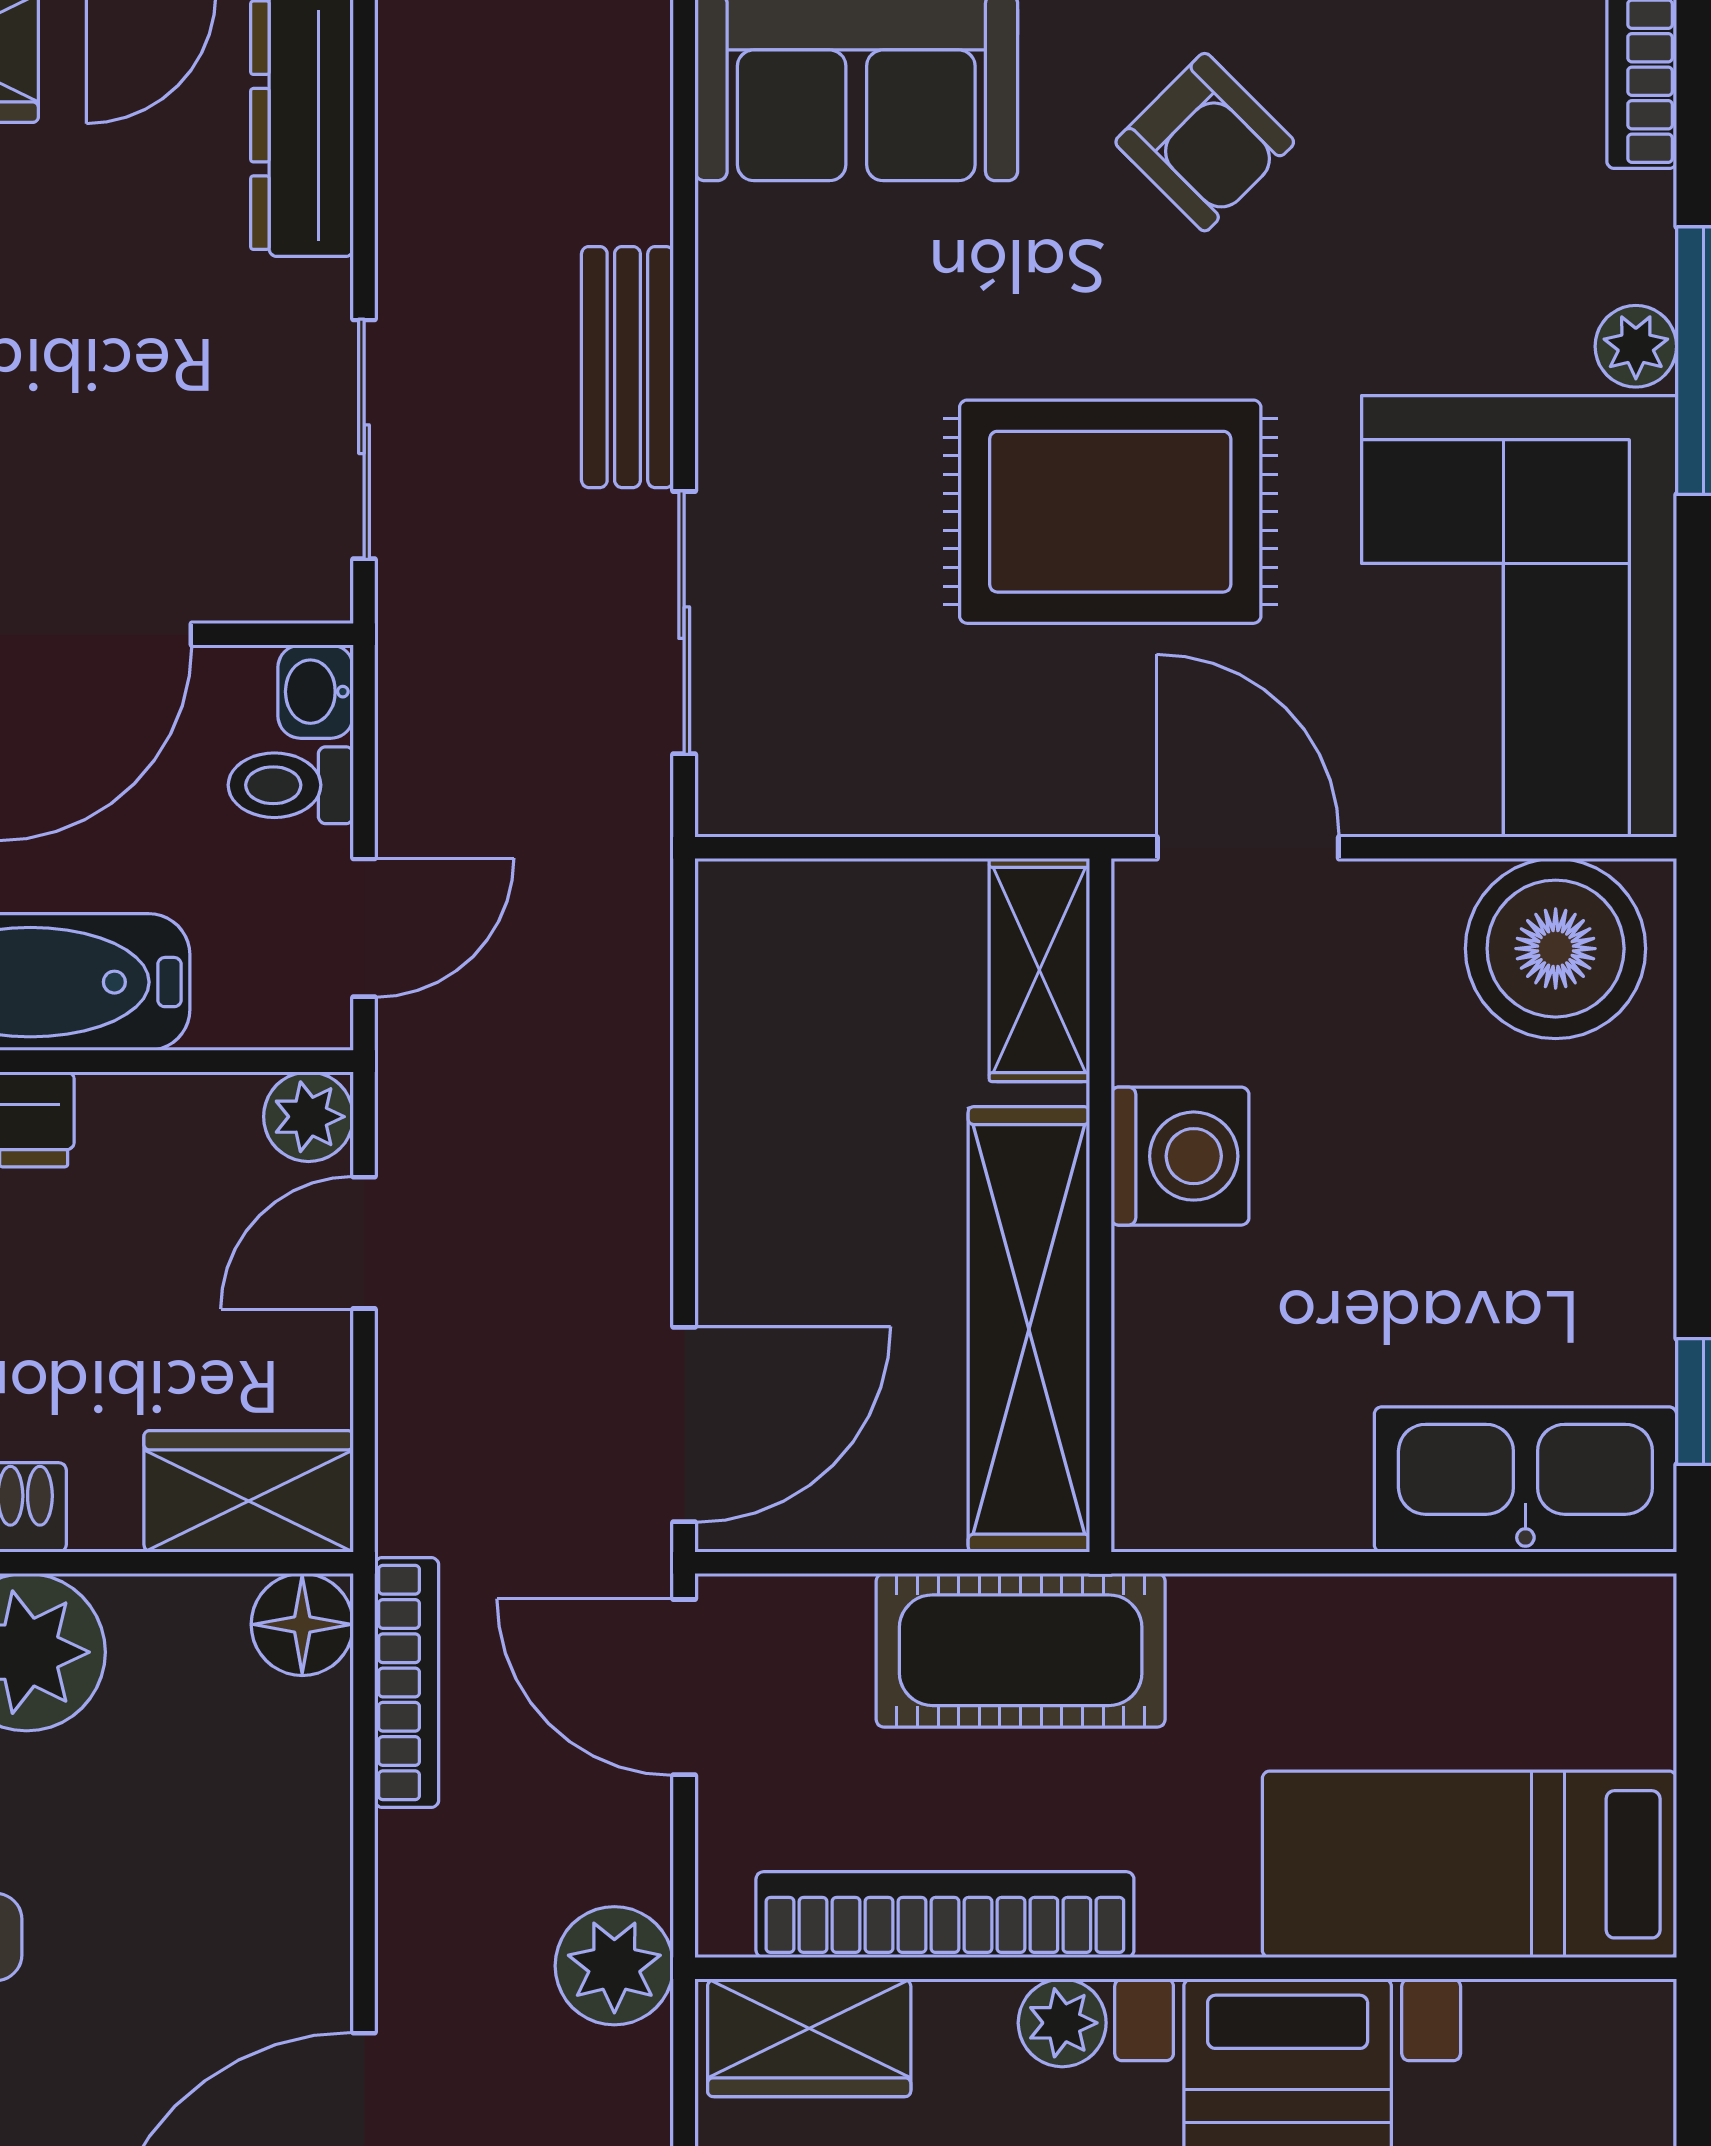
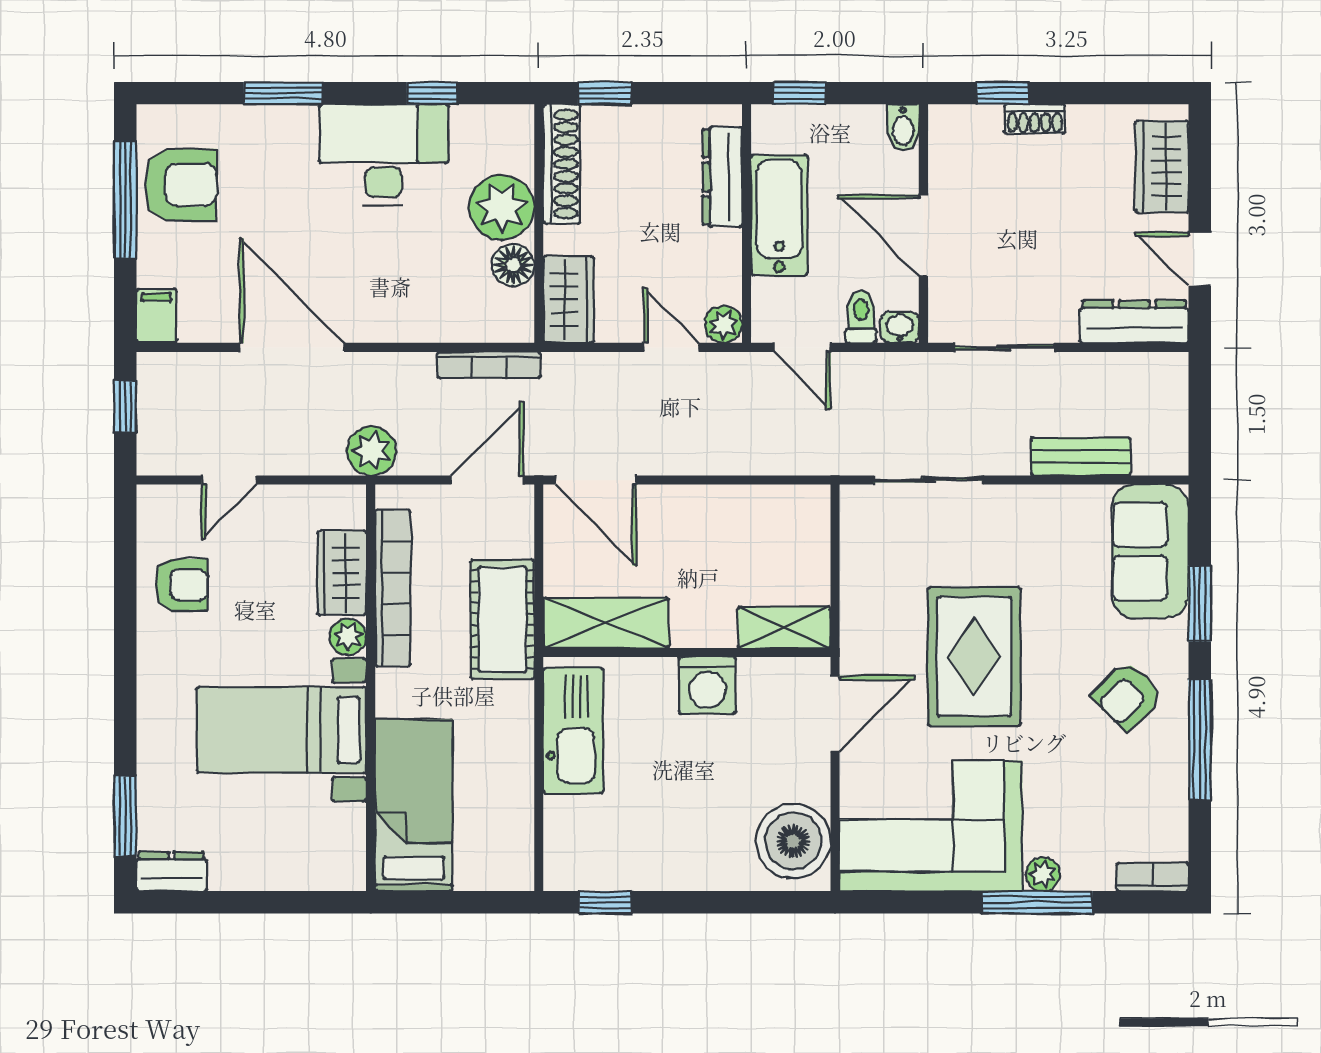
bench: (627, 367) -> (1081, 457), moved
shelving: (1029, 1329) -> (606, 623), width x0.68
kitchen sink: (1525, 1479) -> (573, 731), moved
floor lamp: (302, 1624) -> (513, 265), moved
wardrobe: (809, 2038) -> (342, 573), moved

